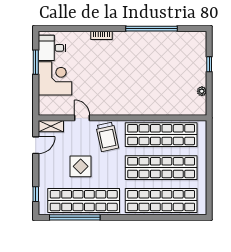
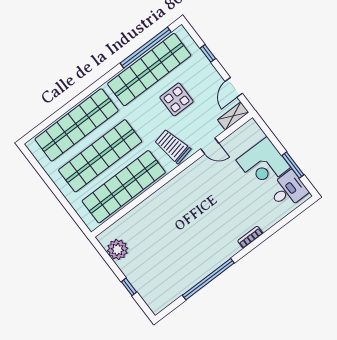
plant: (202, 91) -> (117, 250), width x1.88, depth x1.88
window: (36, 194) -> (208, 53), moved

